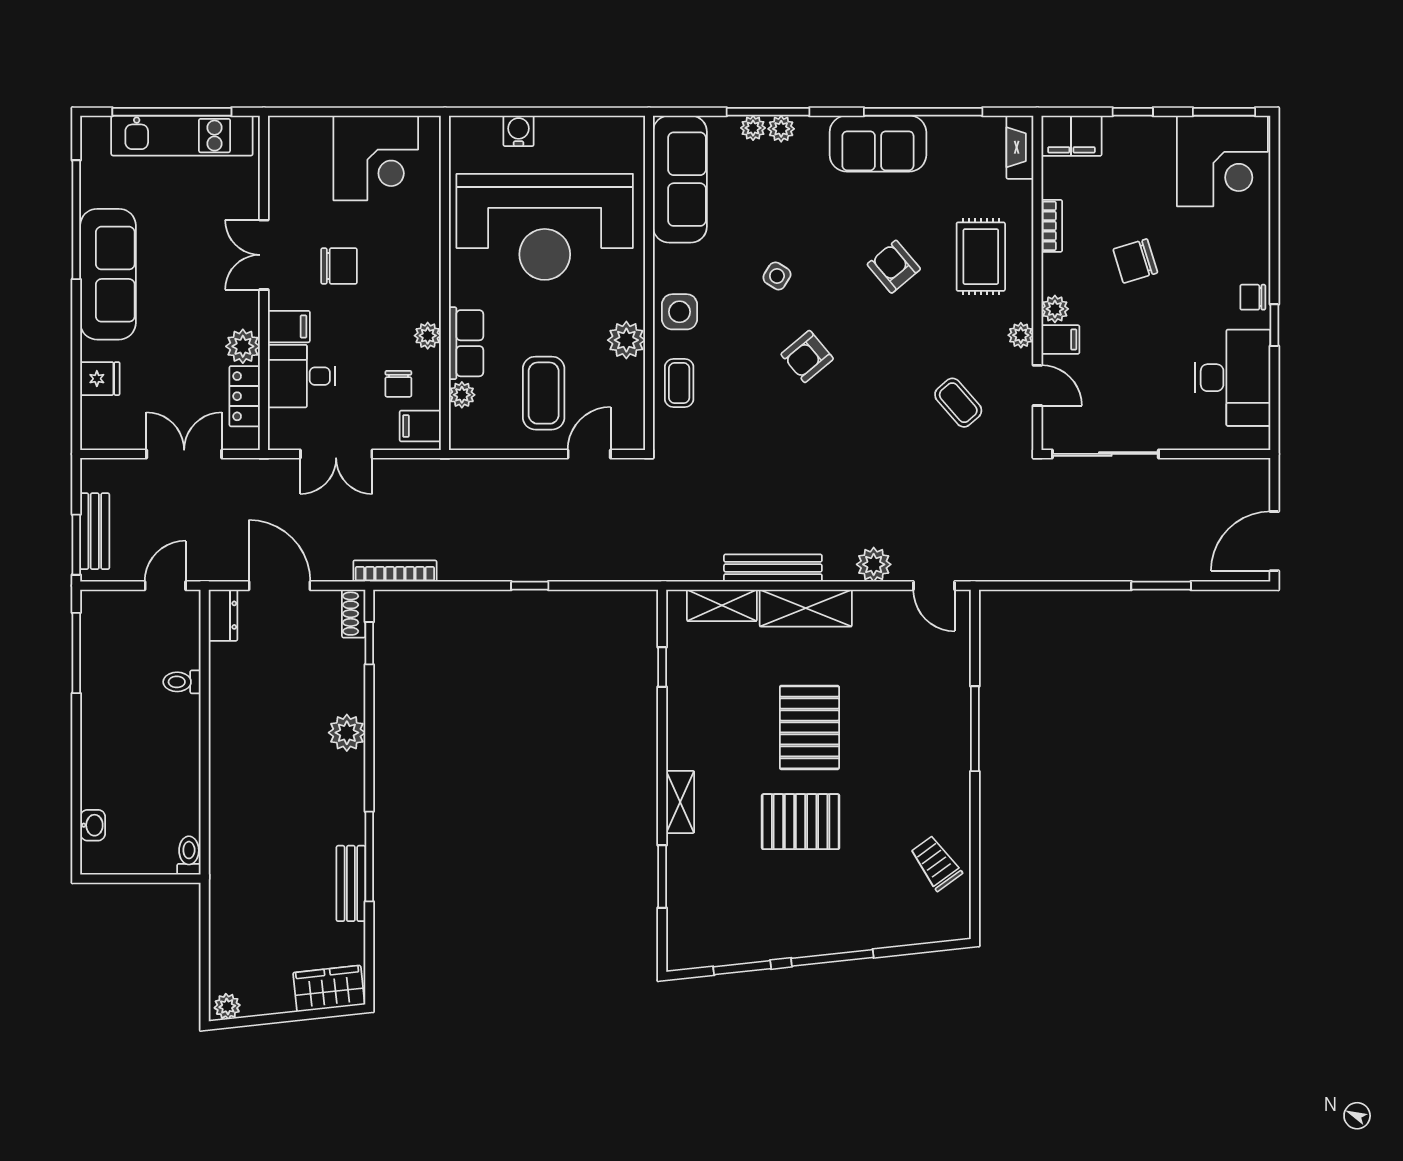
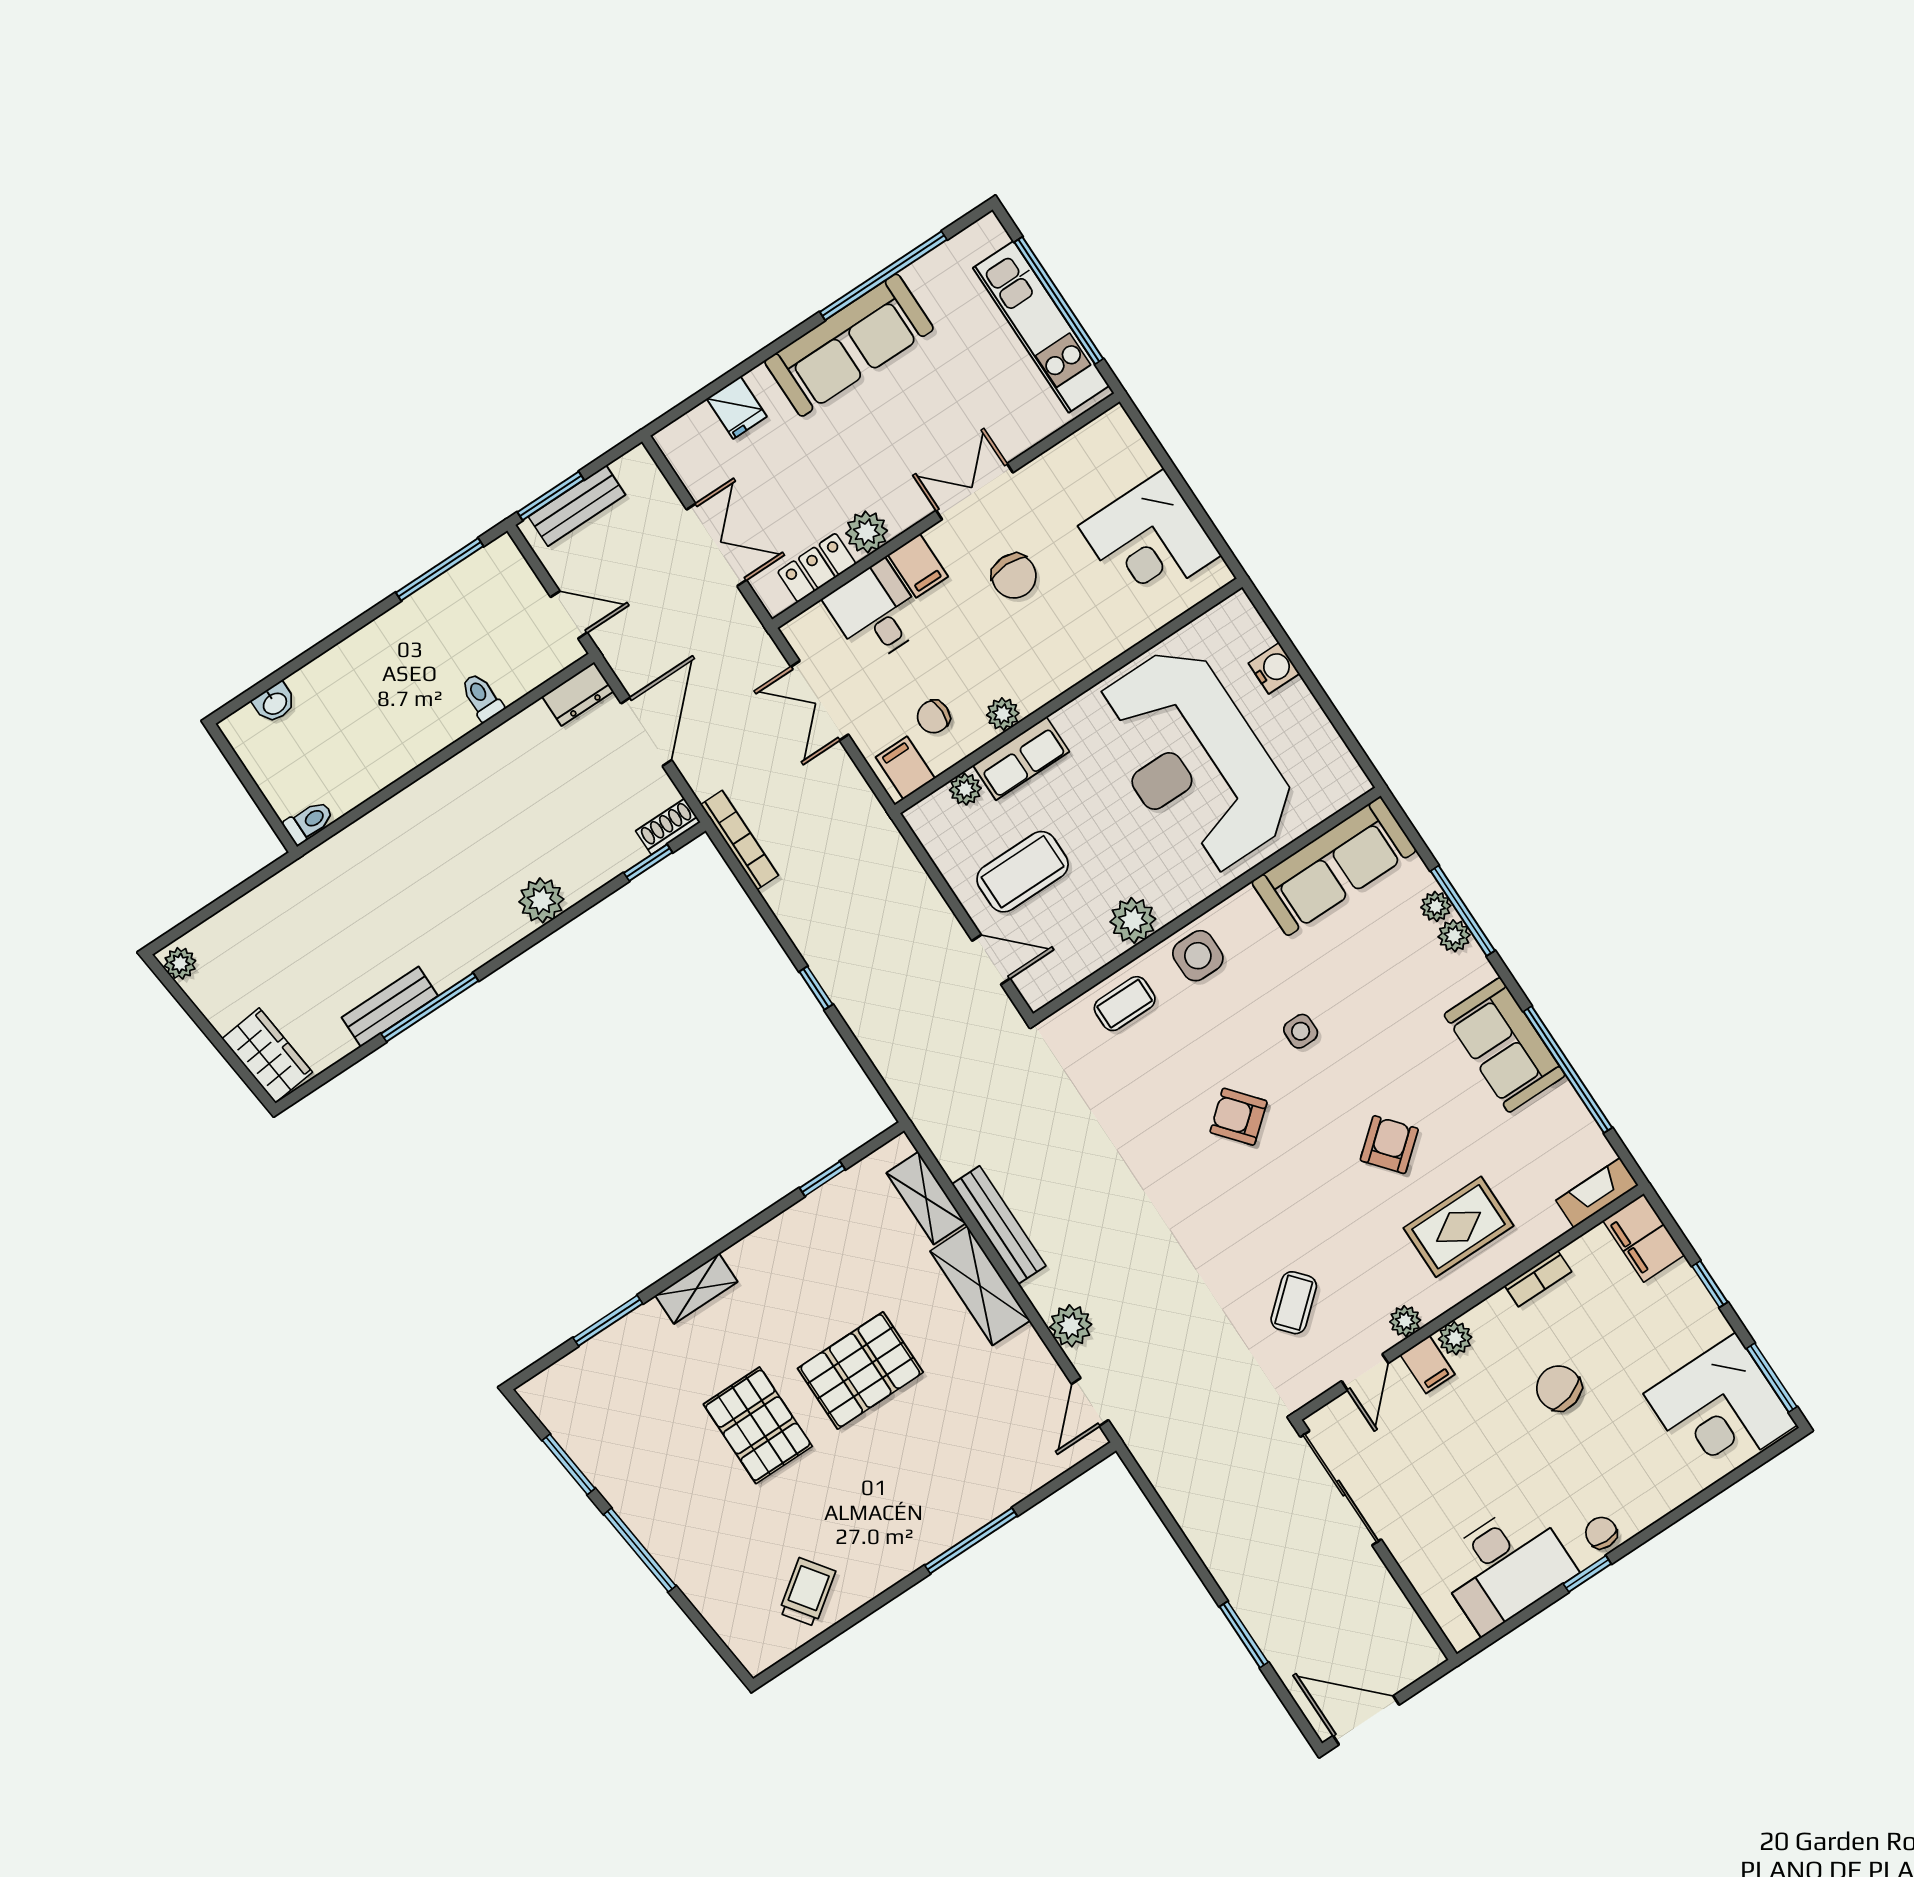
side table: (777, 276) -> (1301, 1031), turned -32

